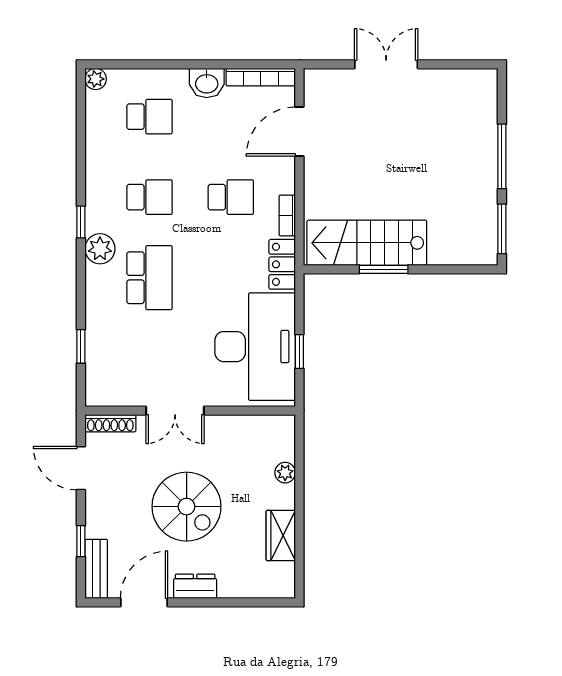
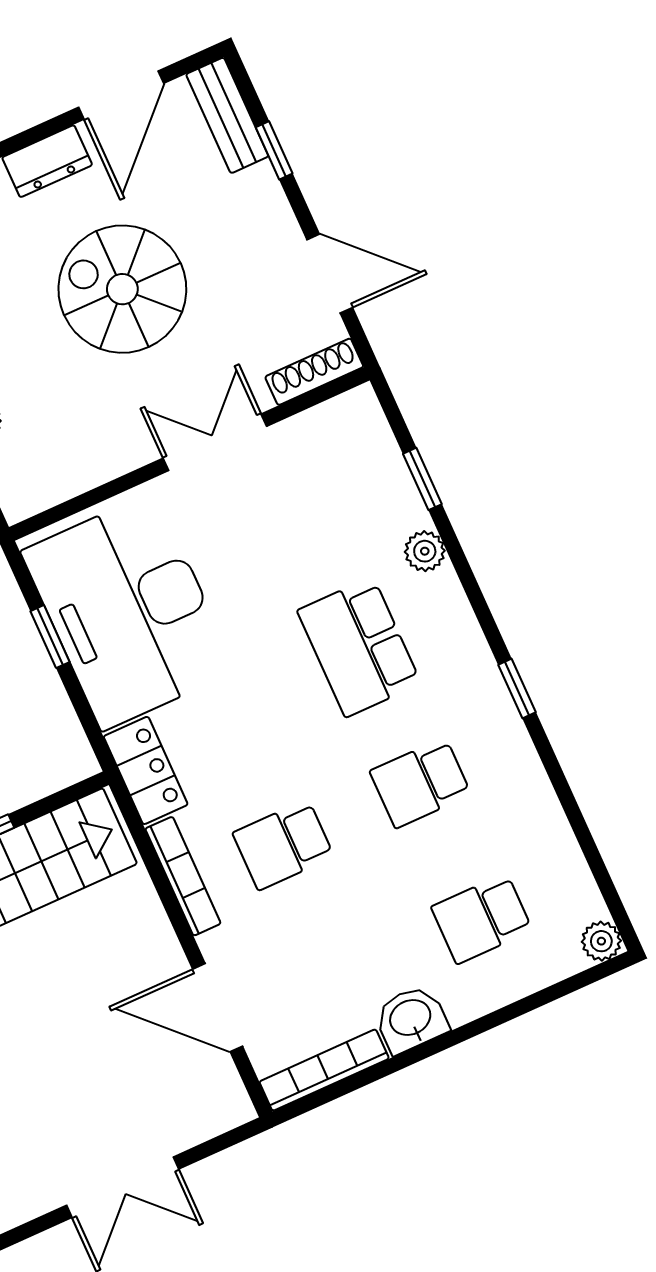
door: (299, 132) -> (218, 1008), swing flipped
bookcase: (287, 215) -> (183, 876), width x1.56
plant: (100, 249) -> (425, 551), moved, width x0.73, depth x0.73

